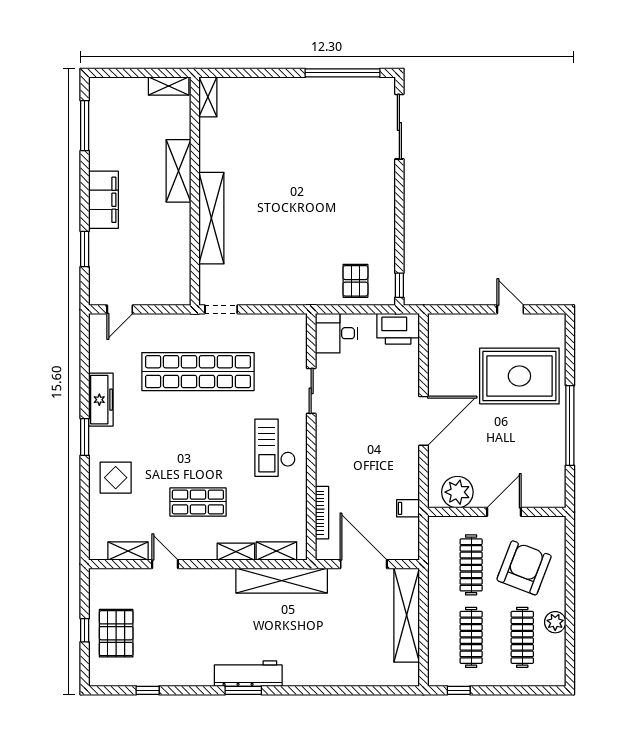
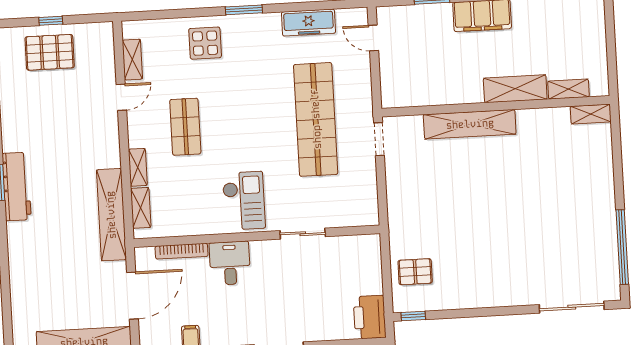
shelving: (169, 86) -> (568, 89), moved, turned 90
desk: (337, 333) -> (230, 263), moved
freezer: (101, 400) -> (308, 23), moved
checkout: (275, 448) -> (244, 201), turned 90

